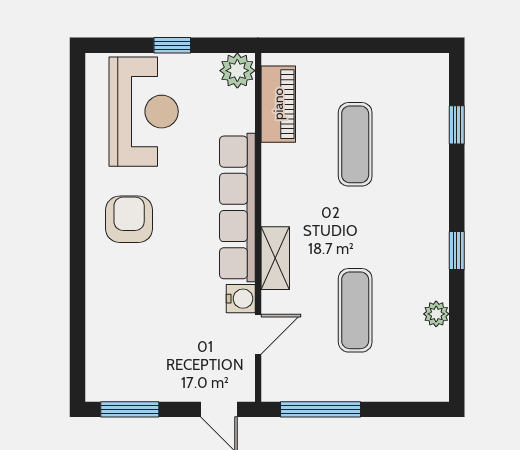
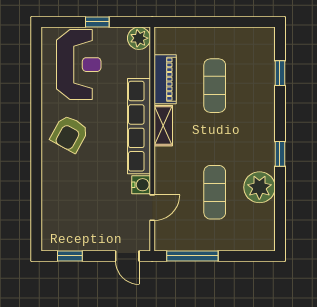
piano: (278, 104) -> (165, 79), moved
armchair: (129, 219) -> (69, 134), turned -151
shelving: (275, 258) -> (163, 126), moved
plant: (436, 314) -> (259, 187), width x1.88, depth x1.88
window: (130, 409) -> (70, 256), width x0.67

